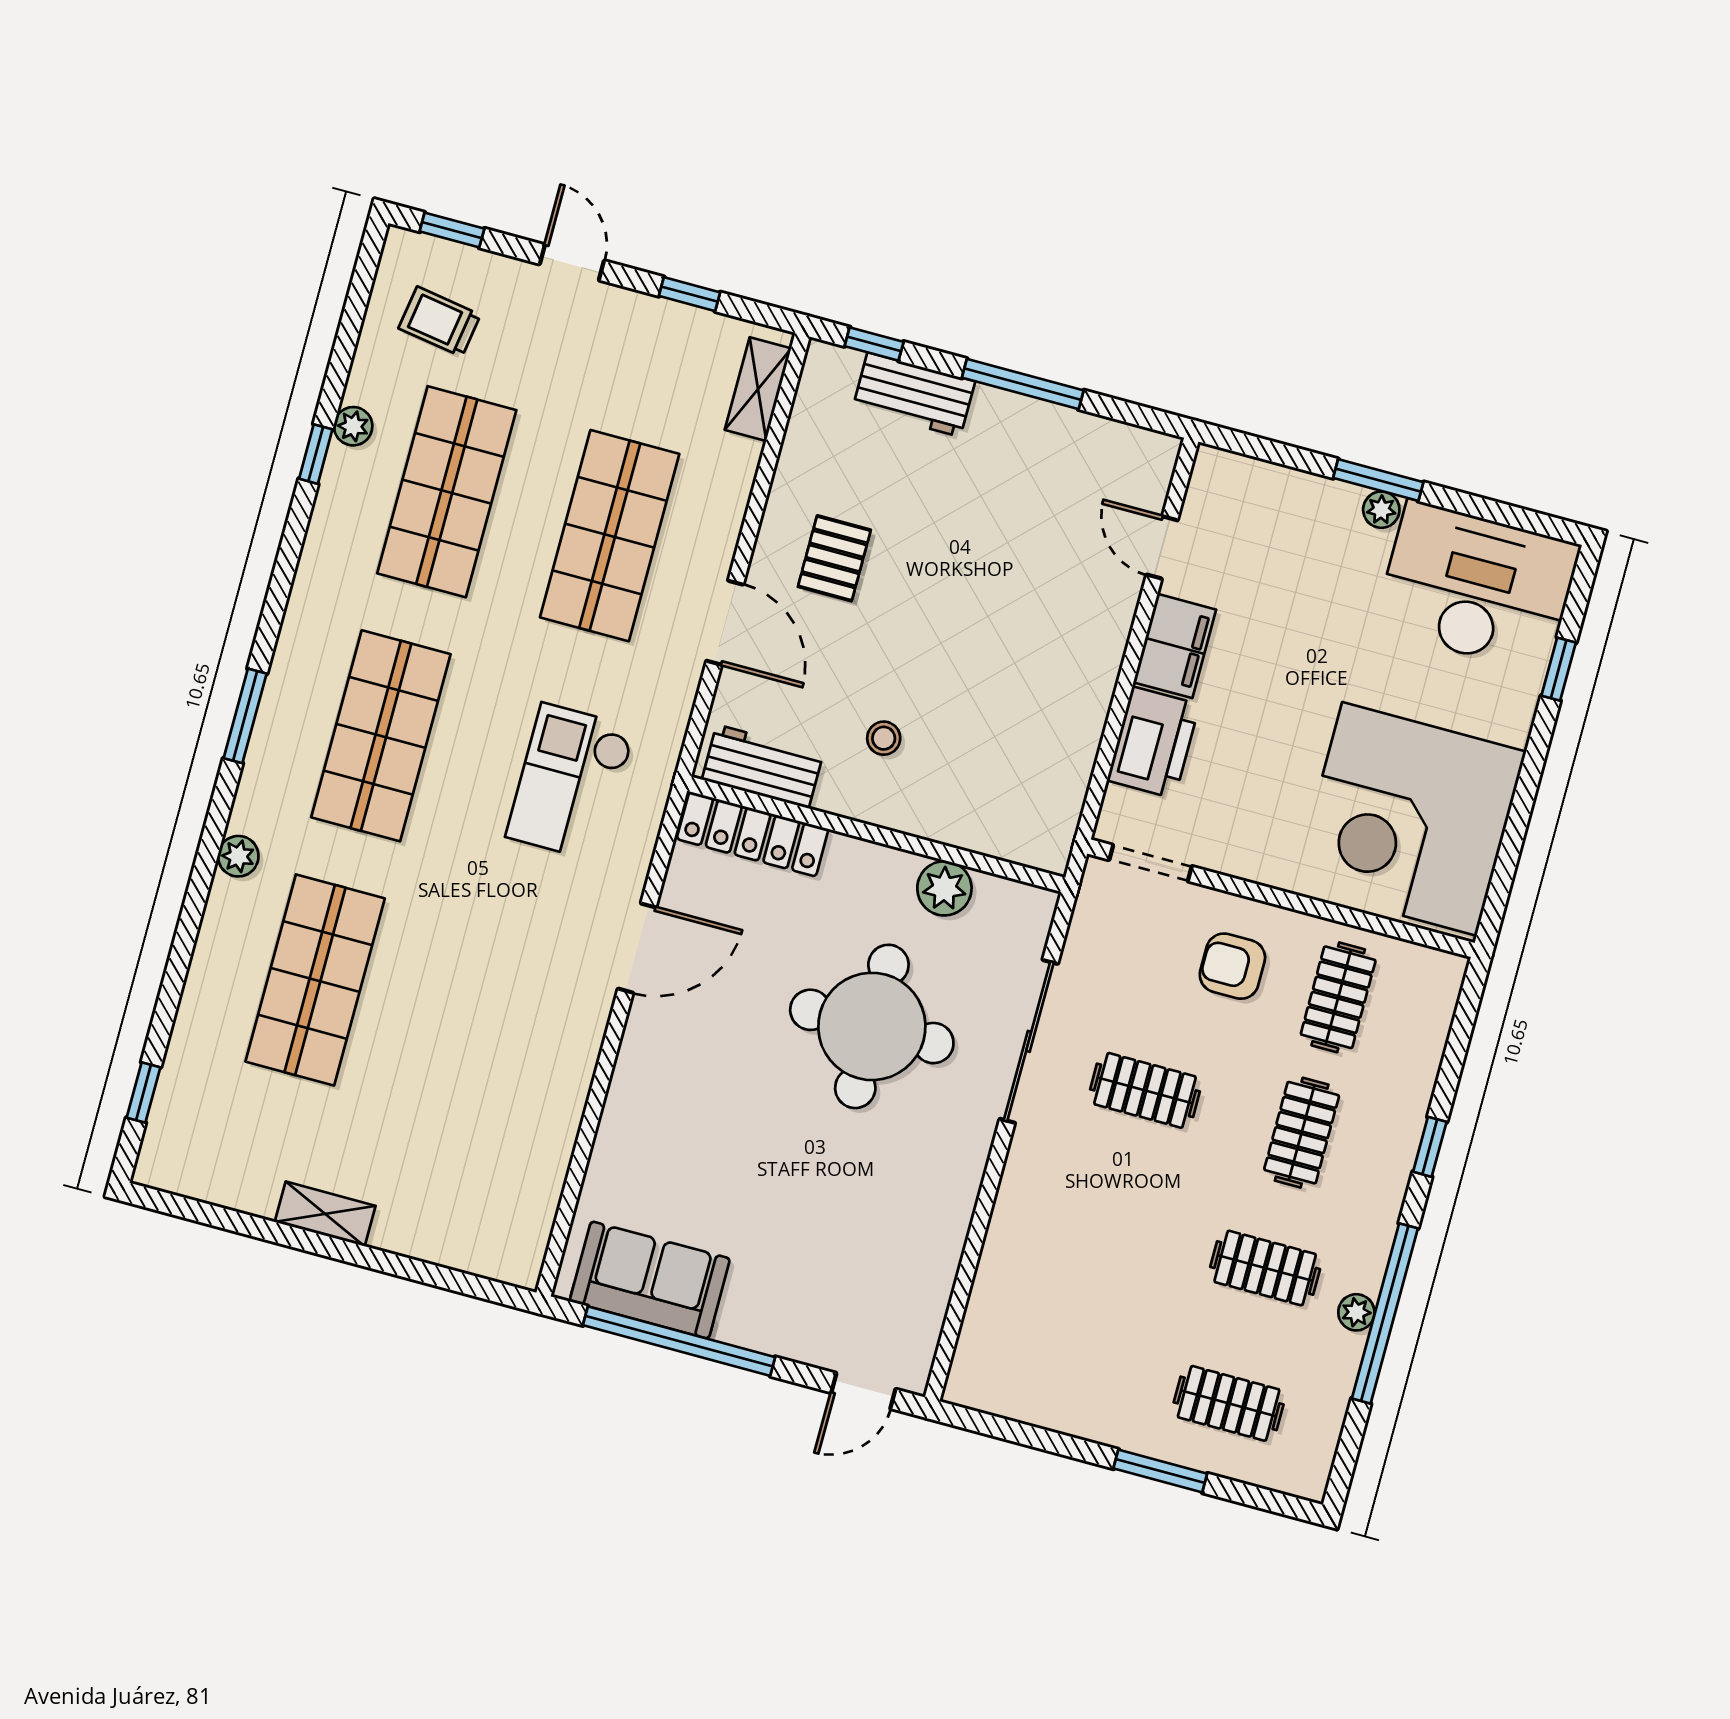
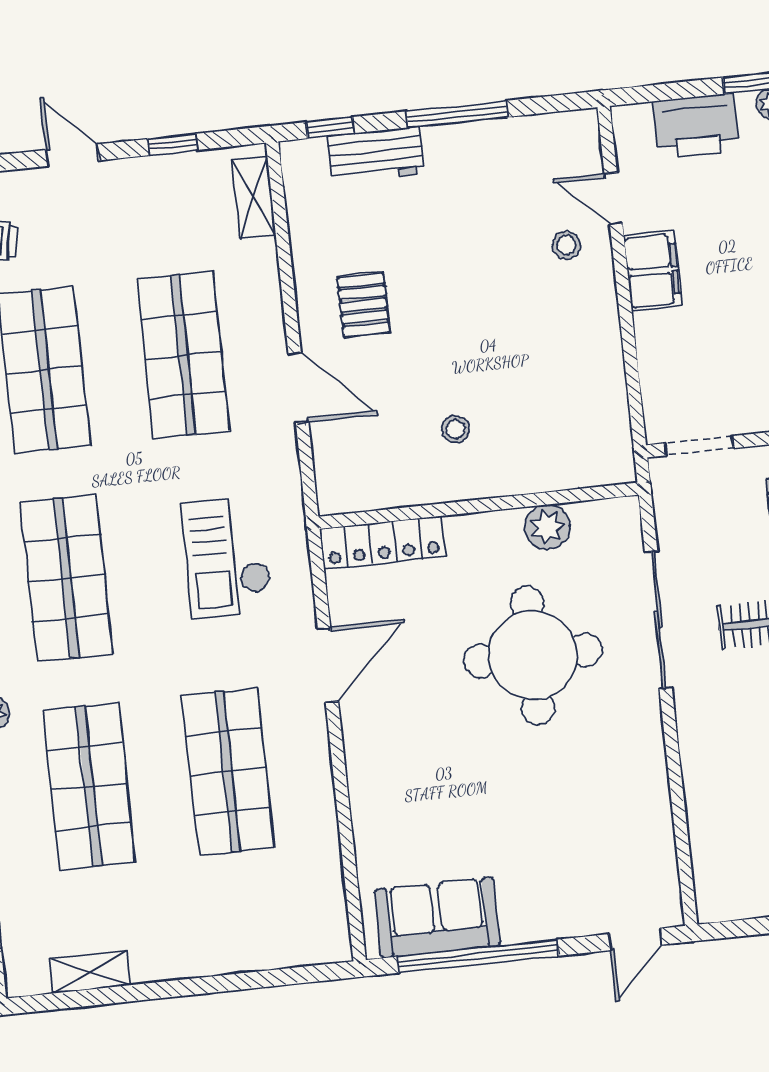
stool: (1089, 579) -> (566, 245), added
printer: (1153, 742) -> (696, 126), moved, turned 90
workbench: (763, 766) -> (370, 487), removed
shop shelf: (478, 1024) -> (228, 771), added
shelving: (325, 1214) -> (90, 972), moved

